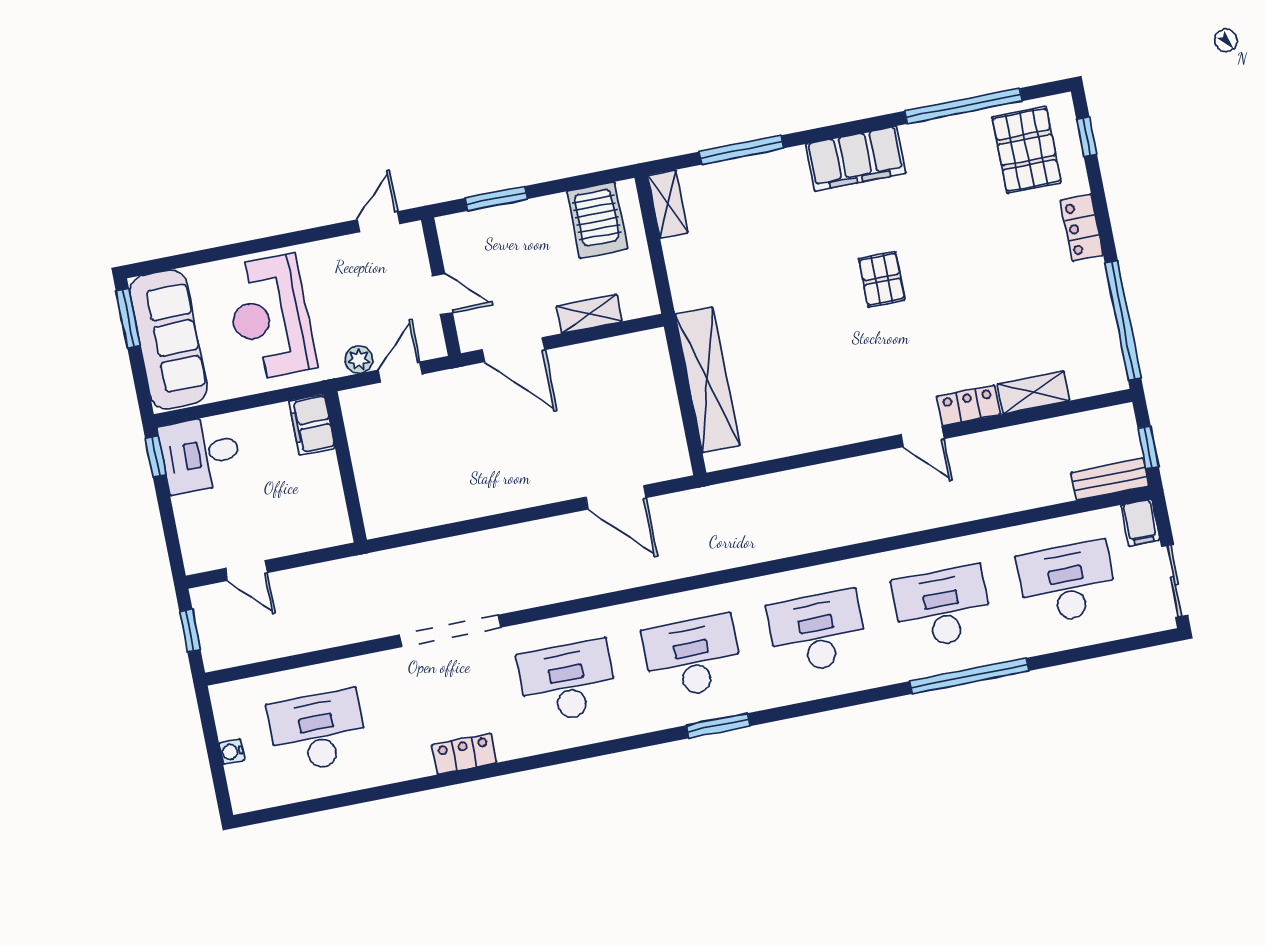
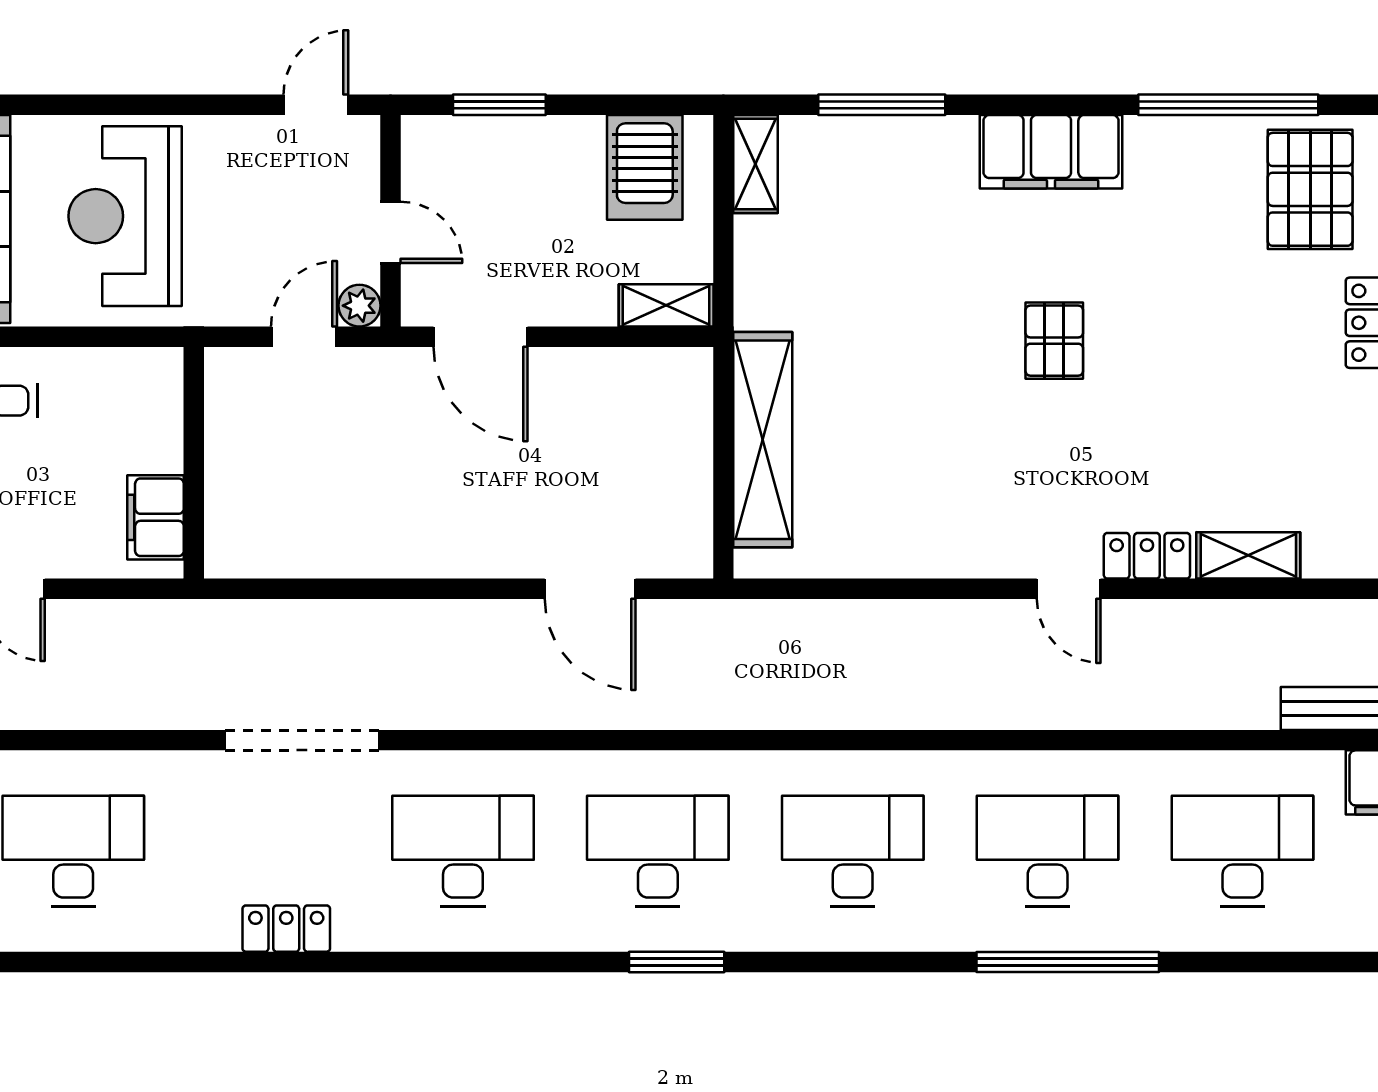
shelving: (589, 314) -> (666, 305), moved
plant: (359, 360) -> (359, 306), moved
filing cabinet: (312, 424) -> (156, 517), moved

